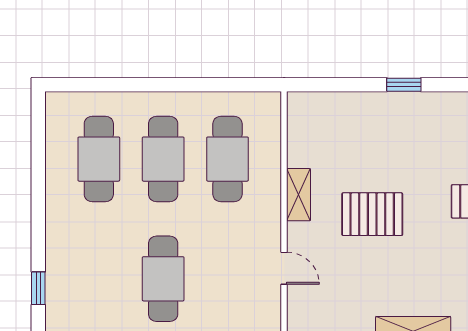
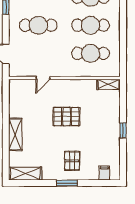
shelving: (299, 195) -> (109, 84), moved
pallet: (372, 214) -> (66, 117), turned 90

